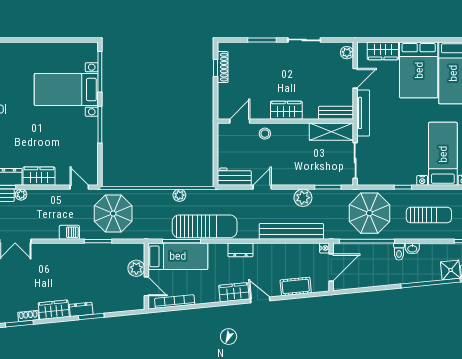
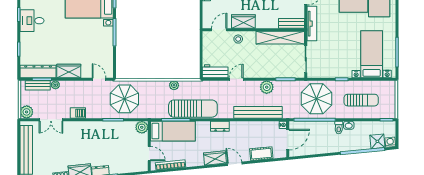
wardrobe: (286, 110) -> (243, 21), moved
shelving: (331, 132) -> (280, 38), width x1.47
barbecue: (69, 232) -> (78, 113), moved
plant: (136, 268) -> (142, 127), moved

